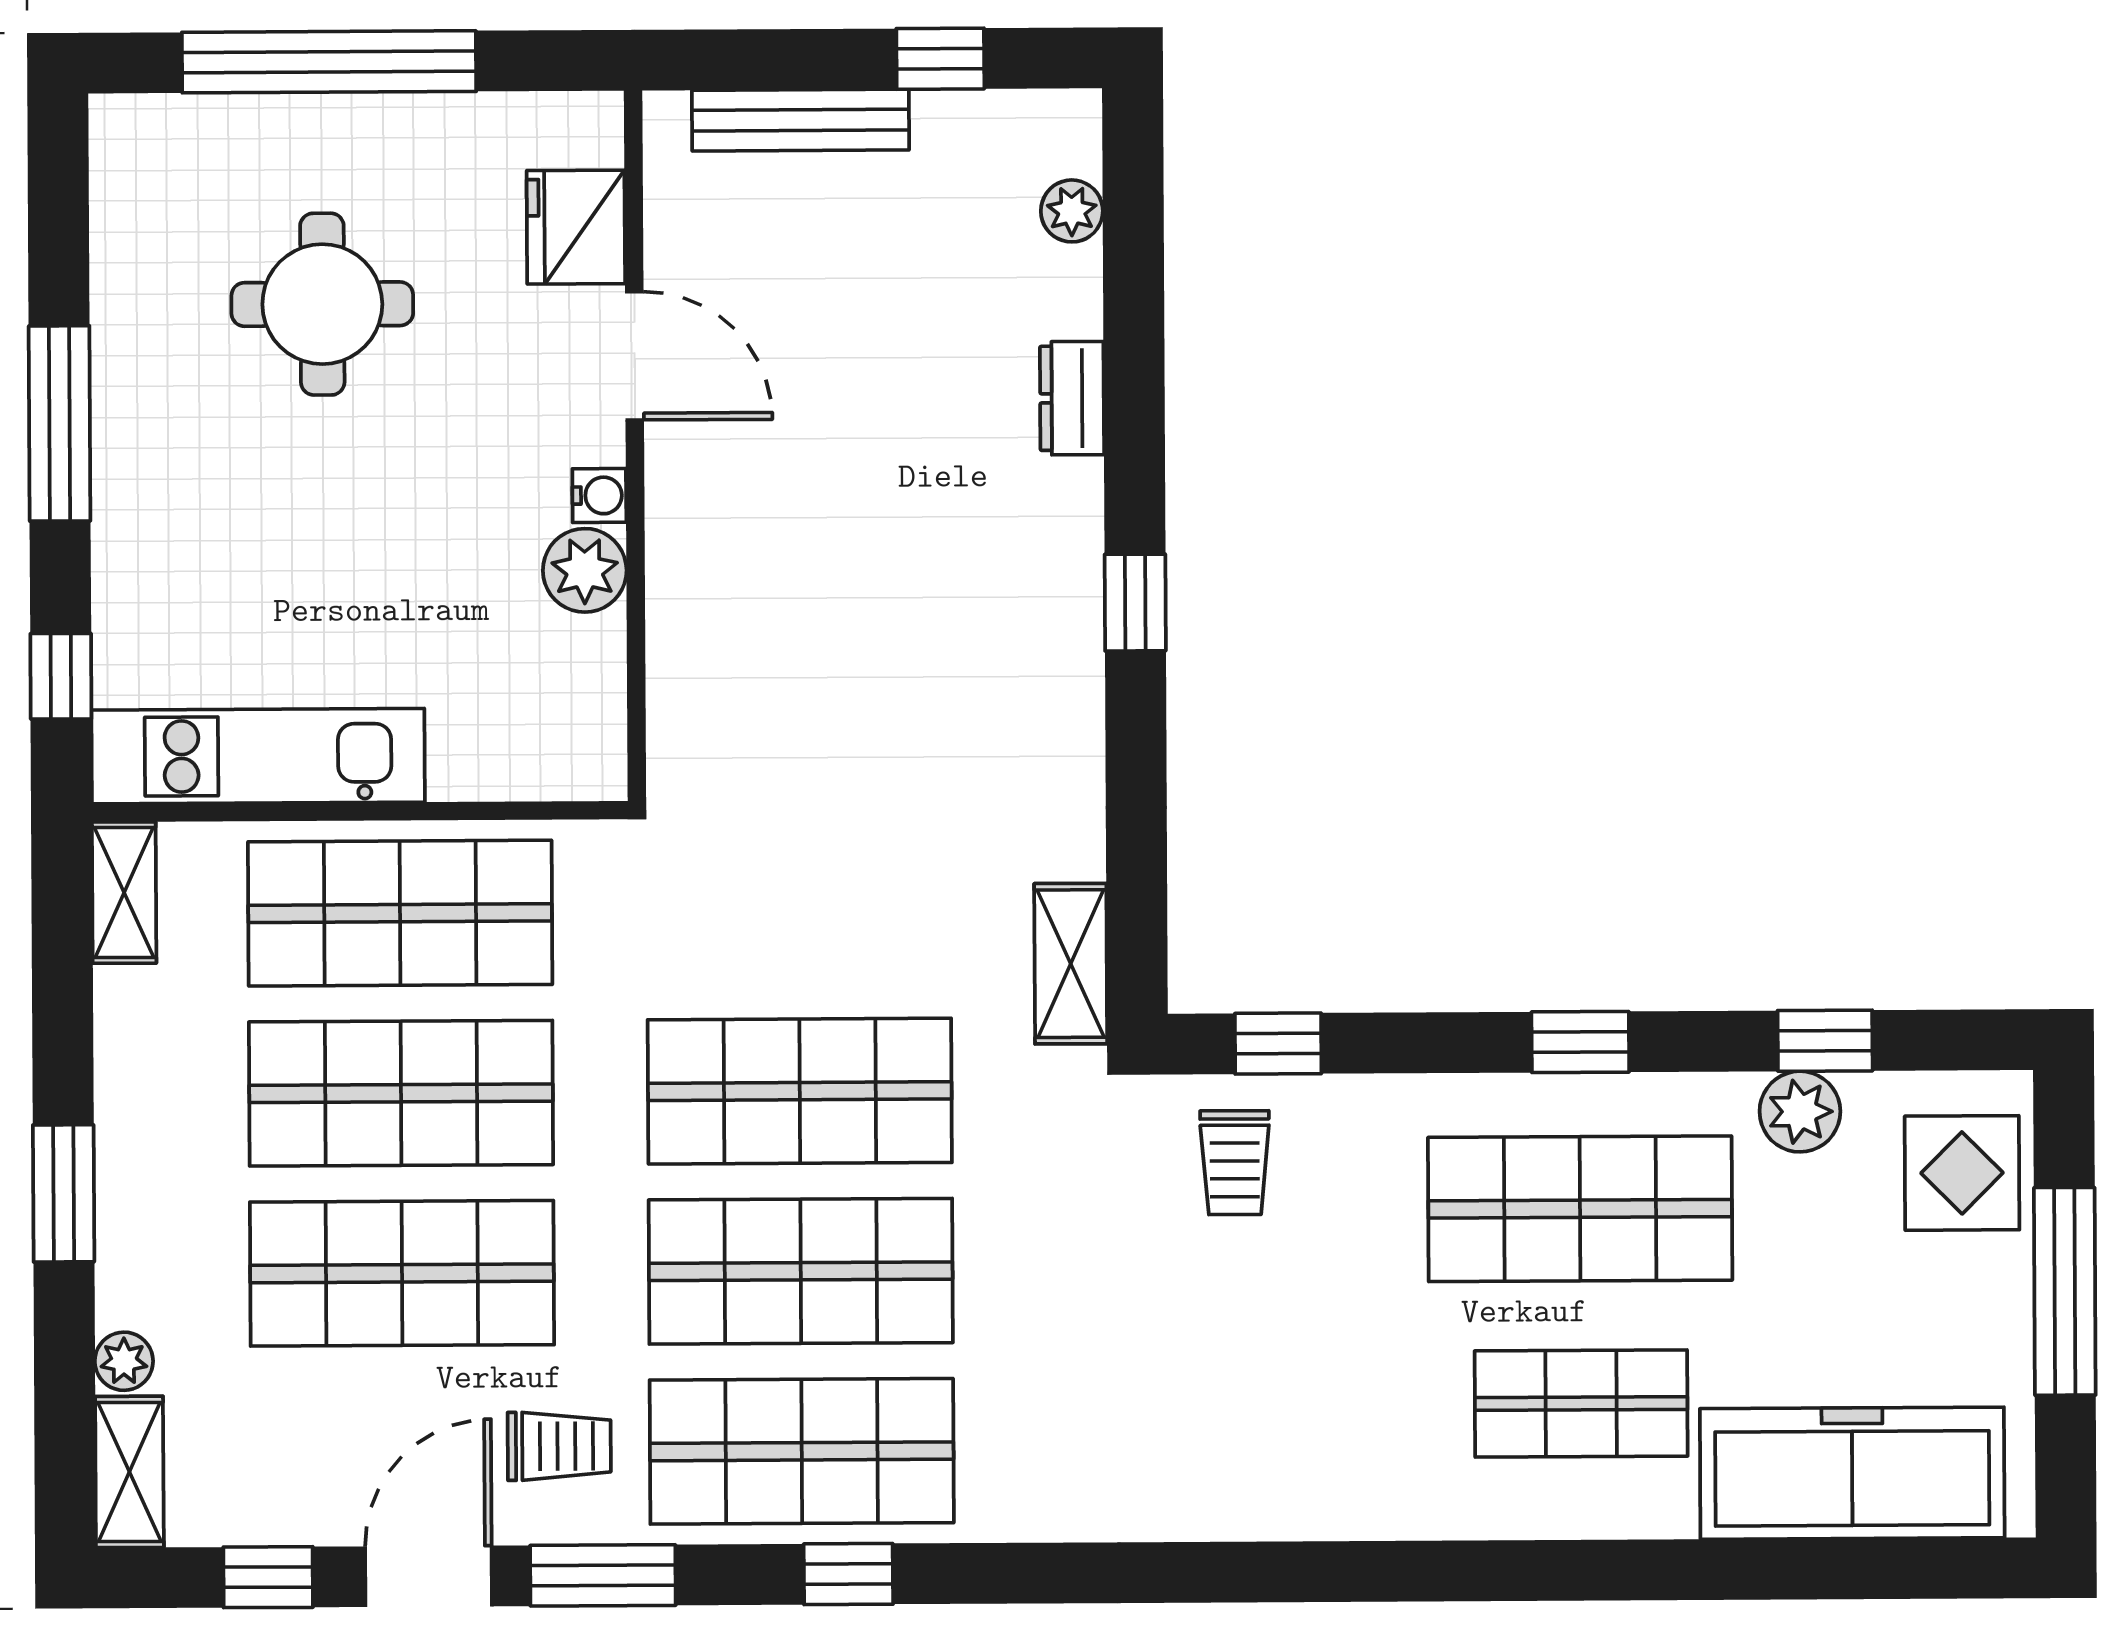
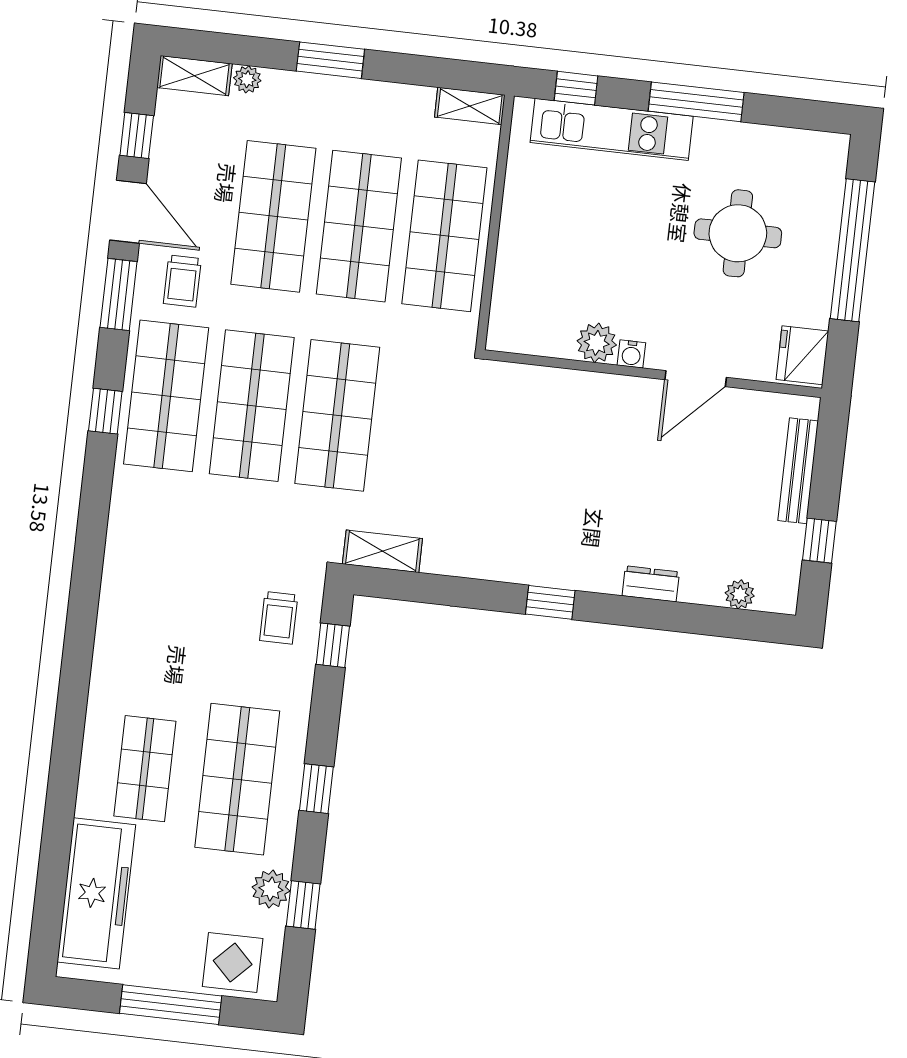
fridge: (576, 227) -> (802, 355), moved, turned -90
kitchen unit: (258, 756) -> (612, 129), moved, turned 90
trolley: (1235, 1163) -> (279, 618), turned -90

